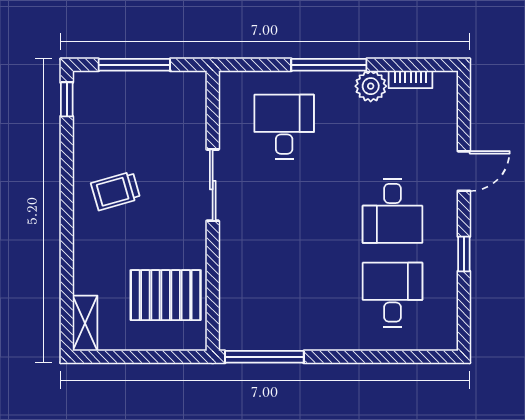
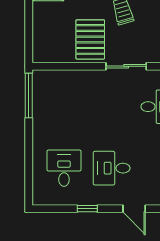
pallet: (166, 295) -> (90, 39), moved
desk: (392, 295) -> (64, 168), turned -90

